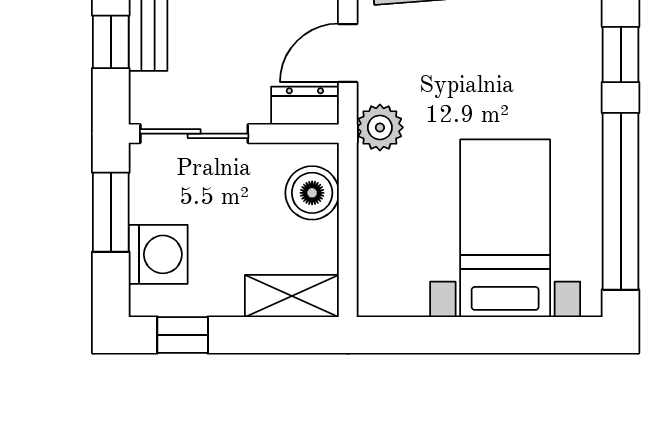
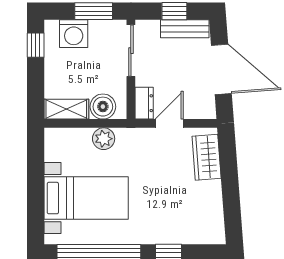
door: (348, 53) -> (169, 123), hinge flipped
plant: (380, 127) -> (104, 139), moved
shelving: (292, 296) -> (66, 109), moved, turned 90

